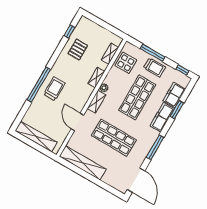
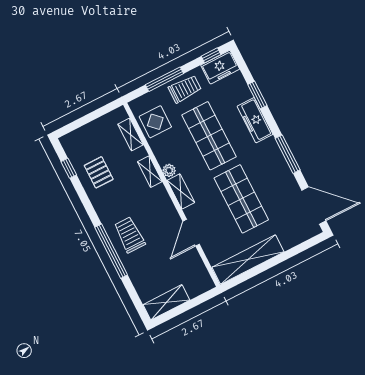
freezer: (174, 95) -> (220, 67), moved, turned -90
door: (77, 122) -> (191, 233), hinge flipped
shelving: (36, 137) -> (166, 302), width x0.68
shop shelf: (114, 138) -> (241, 199), turned 90

